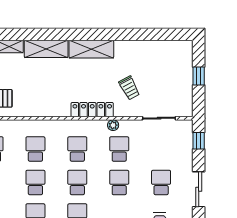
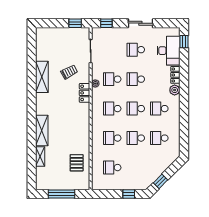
shelving: (91, 49) -> (42, 77), moved
window: (199, 76) -> (75, 23), moved
locker: (92, 110) -> (84, 93), width x0.66

